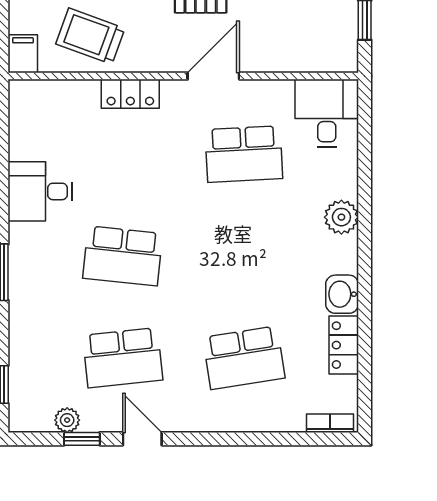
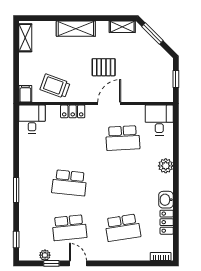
desk: (40, 191) -> (32, 119), moved, turned 90

